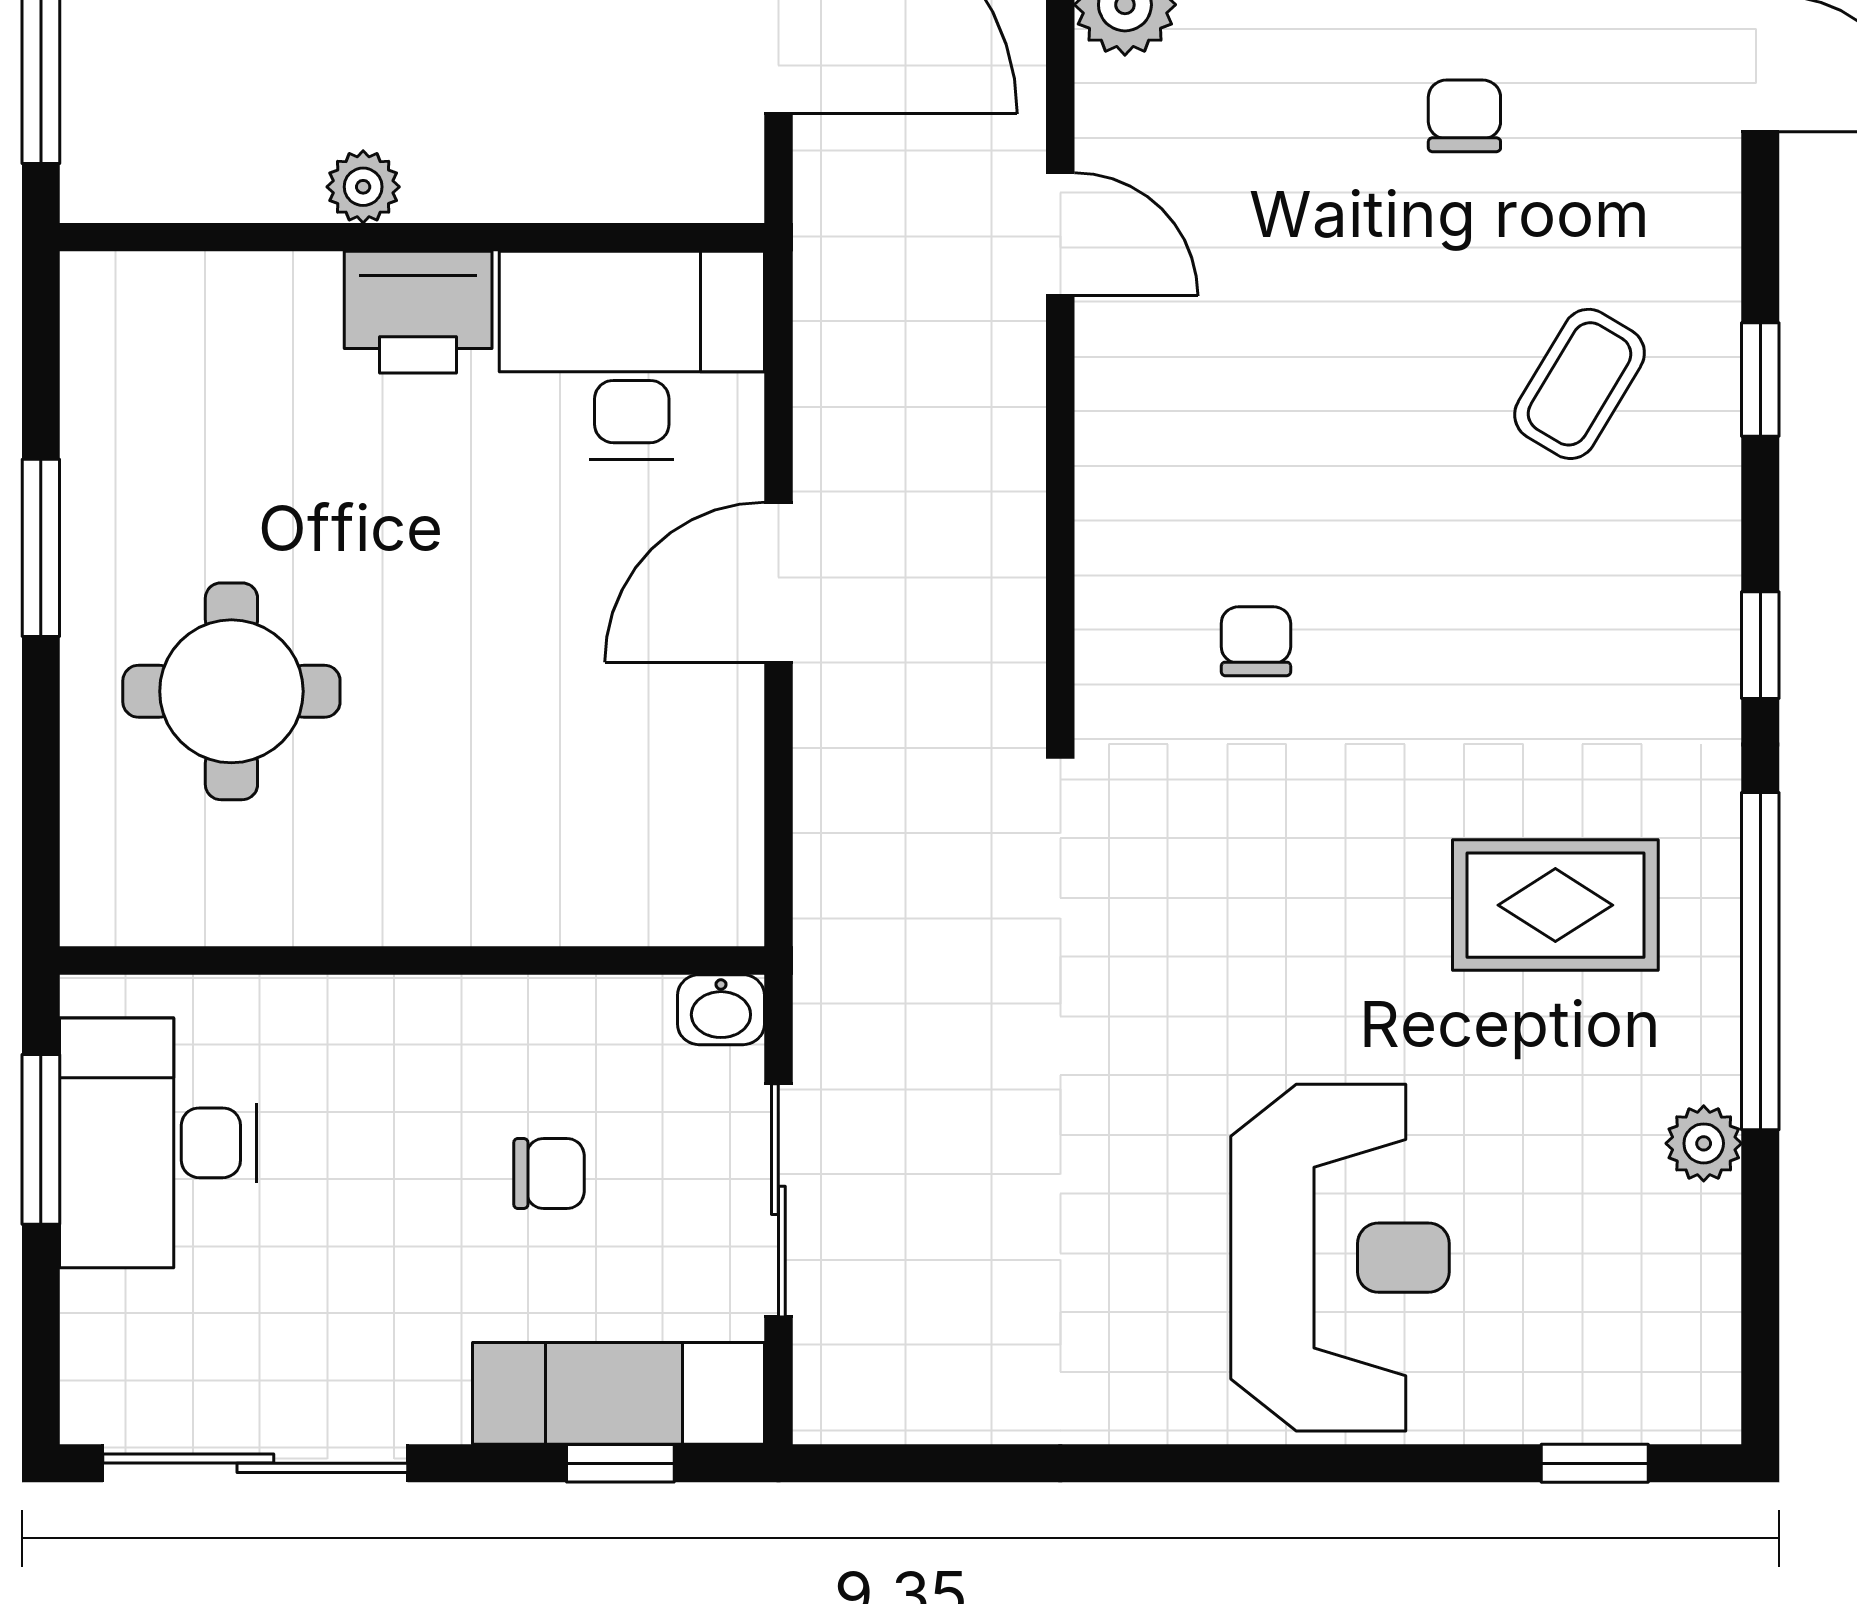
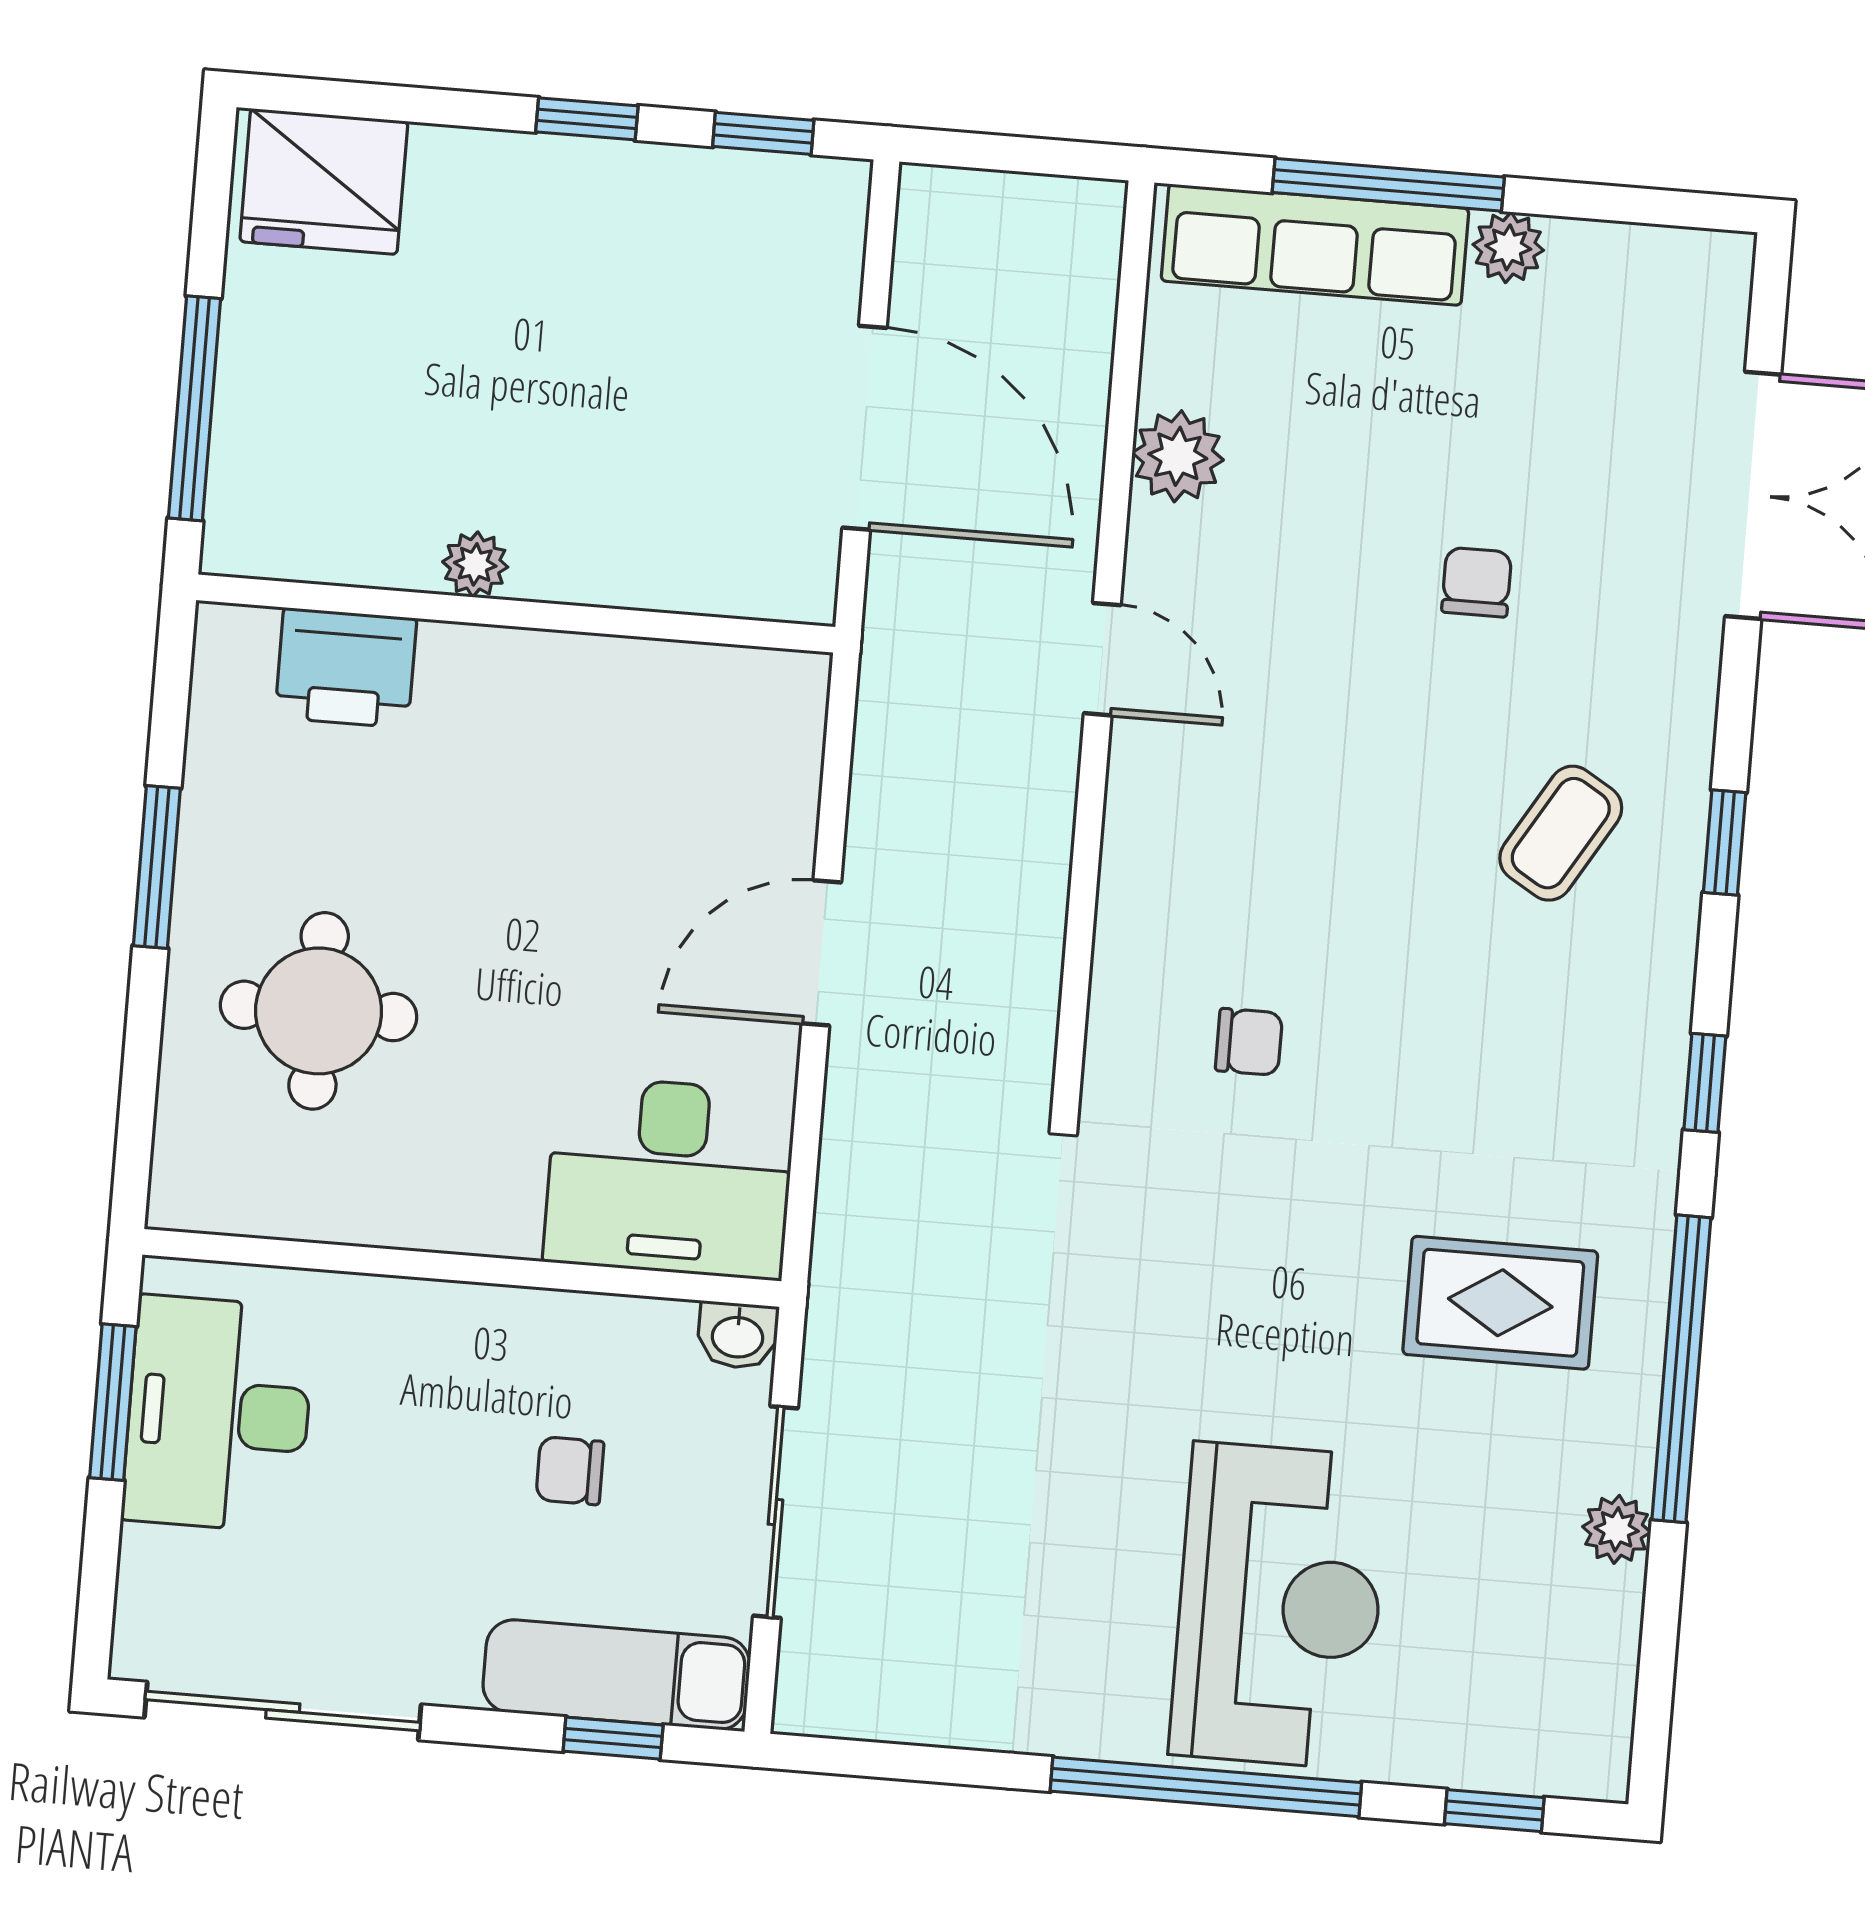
printer: (418, 312) -> (346, 668), moved
desk: (632, 355) -> (669, 1177), moved, turned 180
chair: (1256, 641) -> (1249, 1042), turned 90
chair: (549, 1174) -> (570, 1471), turned 180
window: (1276, 1463) -> (1206, 1787), added

